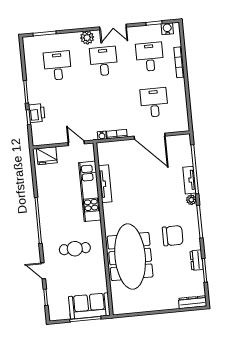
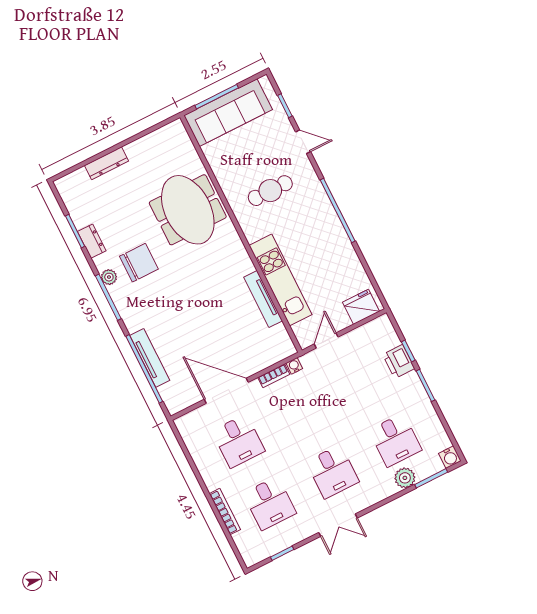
double door: (113, 27) -> (338, 525), swing flipped
water cooler: (167, 29) -> (450, 457), moved
plant: (87, 38) -> (405, 478), moved
door: (76, 143) -> (326, 341), swing flipped
tv unit: (189, 180) -> (150, 358), width x1.41
plant: (191, 200) -> (109, 277), moved
chair: (173, 236) -> (139, 263), turned 180
meeting table: (130, 257) -> (188, 210), width x0.73
dresser: (193, 302) -> (107, 163), moved
sofa: (89, 306) -> (228, 113), width x1.36

